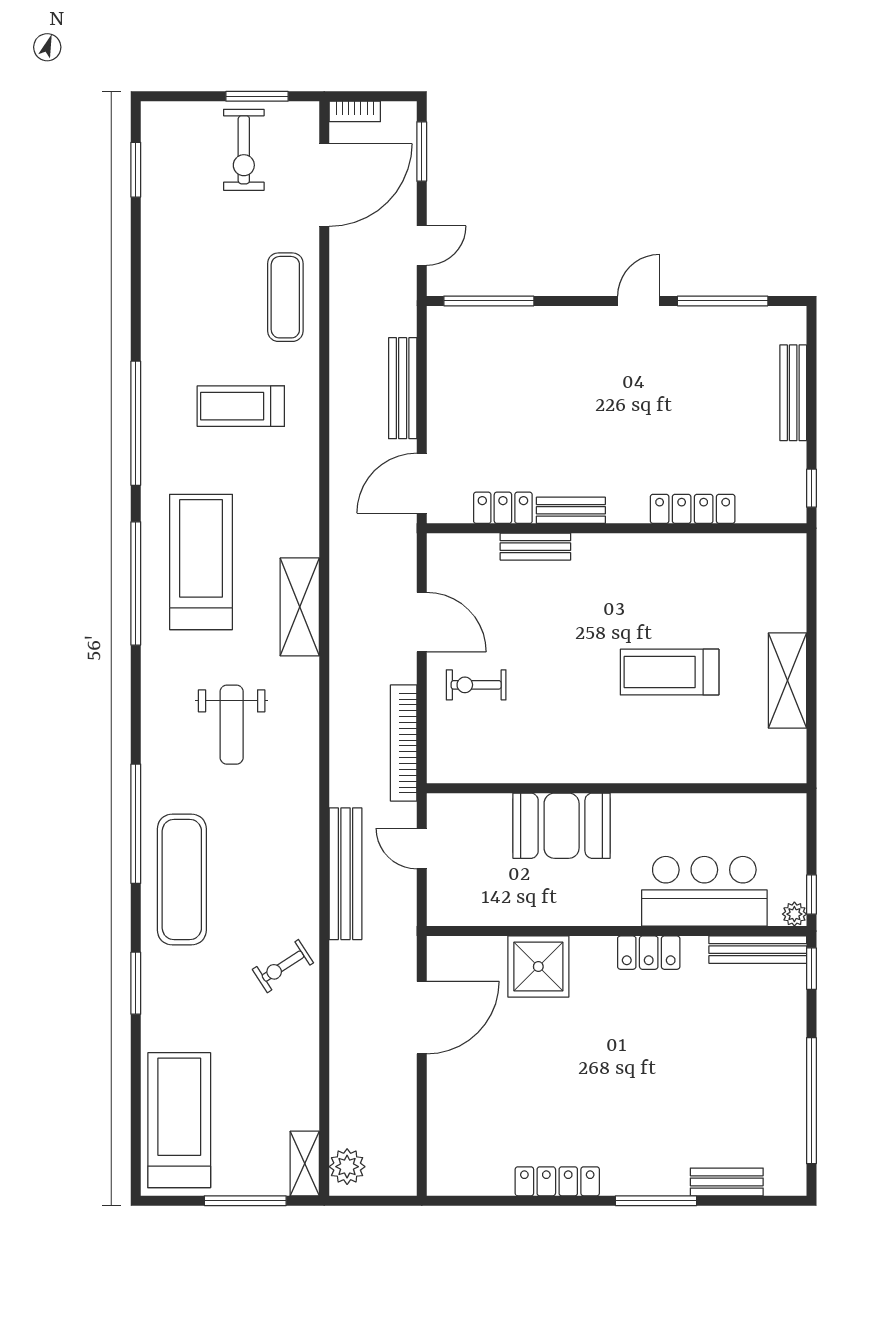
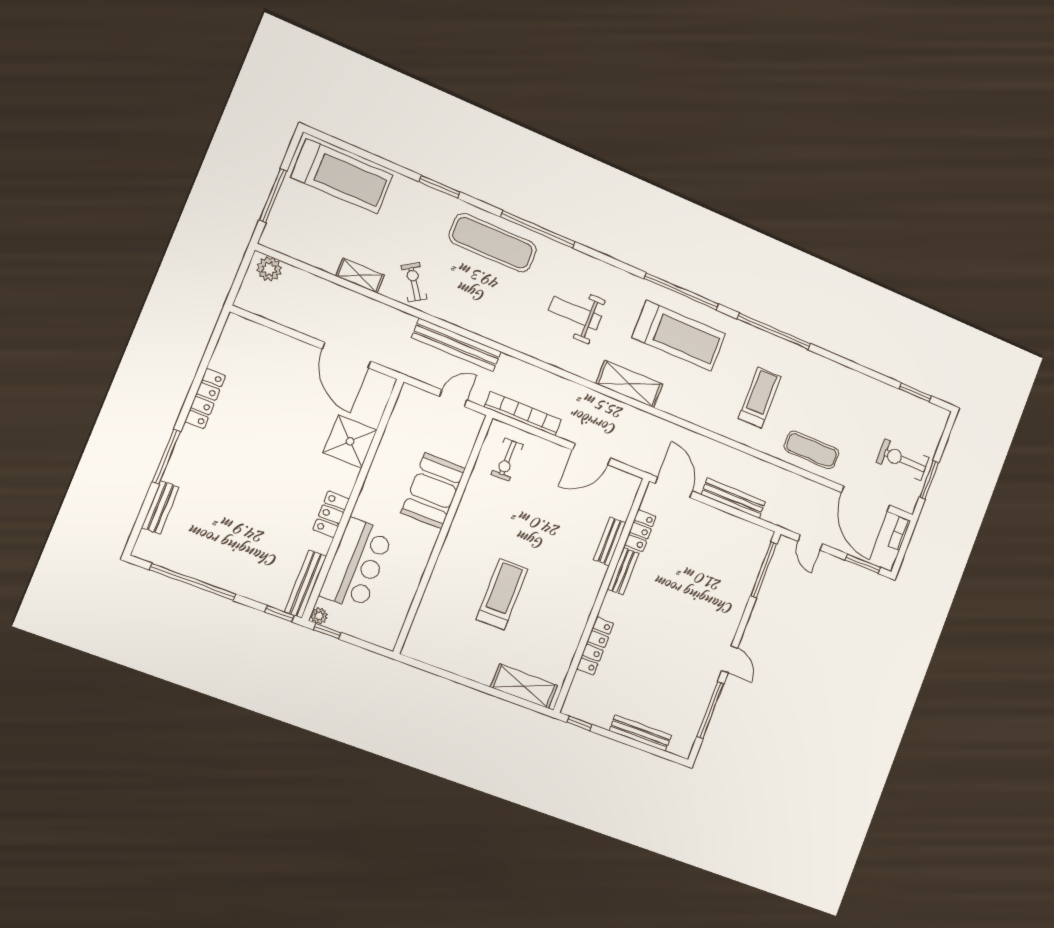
shelving: (788, 681) -> (524, 686), moved
exercise bike: (476, 685) -> (507, 460), moved, turned 180
shelving: (305, 1164) -> (360, 276), moved

